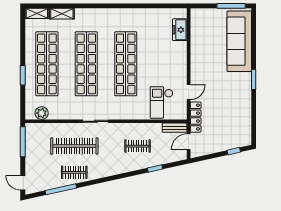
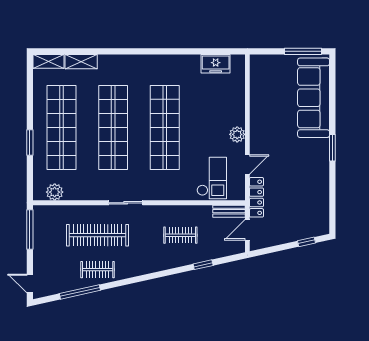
freezer: (180, 30) -> (216, 64), moved, turned -90
plant: (181, 69) -> (237, 134), added
checkout: (162, 102) -> (212, 178), turned 180

